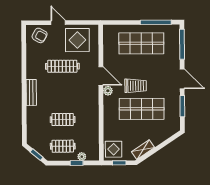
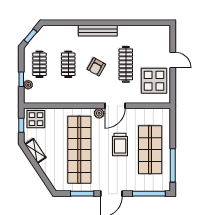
door: (58, 23) -> (173, 60), hinge flipped
armchair: (40, 35) -> (96, 67), moved
trolley: (136, 86) -> (120, 144), moved
bench: (31, 92) -> (98, 31), width x1.36
shop shelf: (142, 109) -> (79, 150), width x1.40

